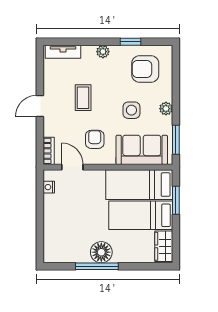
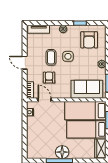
armchair: (145, 69) -> (89, 40), turned -90
door: (40, 106) -> (25, 63), hinge flipped
side table: (131, 110) -> (68, 56), moved
armchair: (95, 139) -> (49, 78), moved

